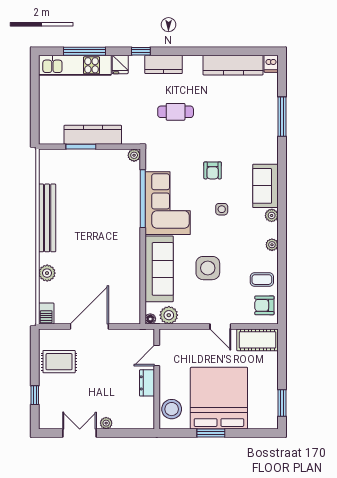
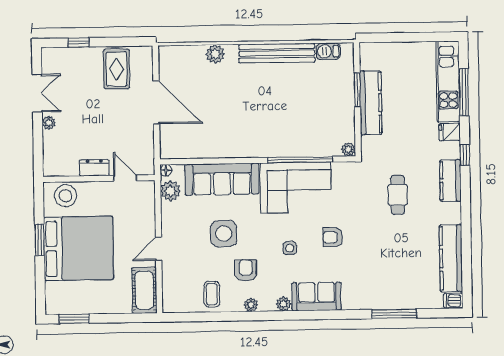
armchair: (264, 305) -> (246, 271), moved
barbecue: (46, 314) -> (328, 51), moved

